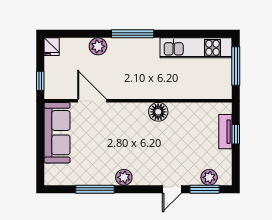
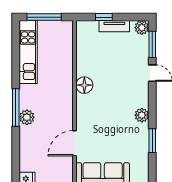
plant: (98, 46) -> (27, 117), moved
tv unit: (225, 132) -> (114, 26), moved
plant: (209, 177) -> (142, 28), moved
window: (95, 189) -> (152, 141), width x0.69

